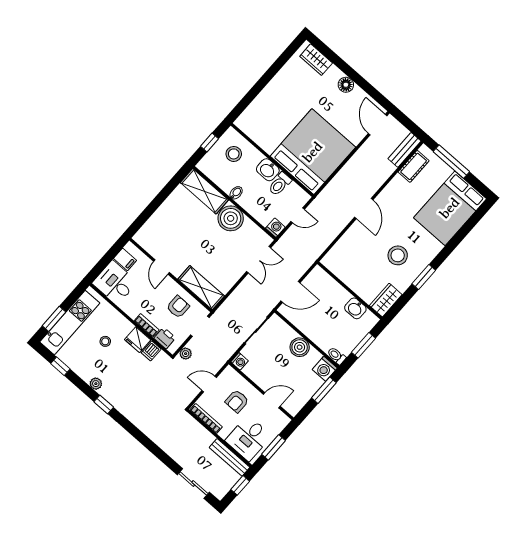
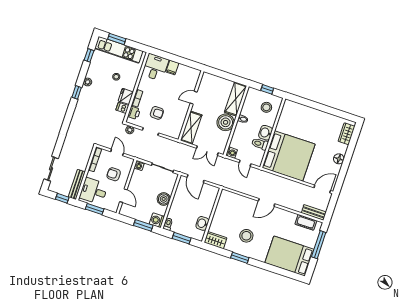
door: (161, 267) -> (194, 98), moved
wall: (171, 275) -> (191, 106), moved
shelving: (201, 288) -> (191, 128), moved

